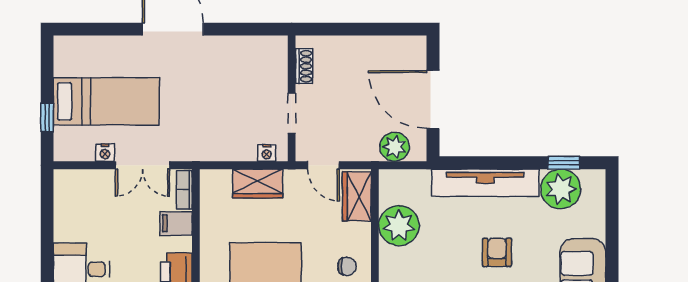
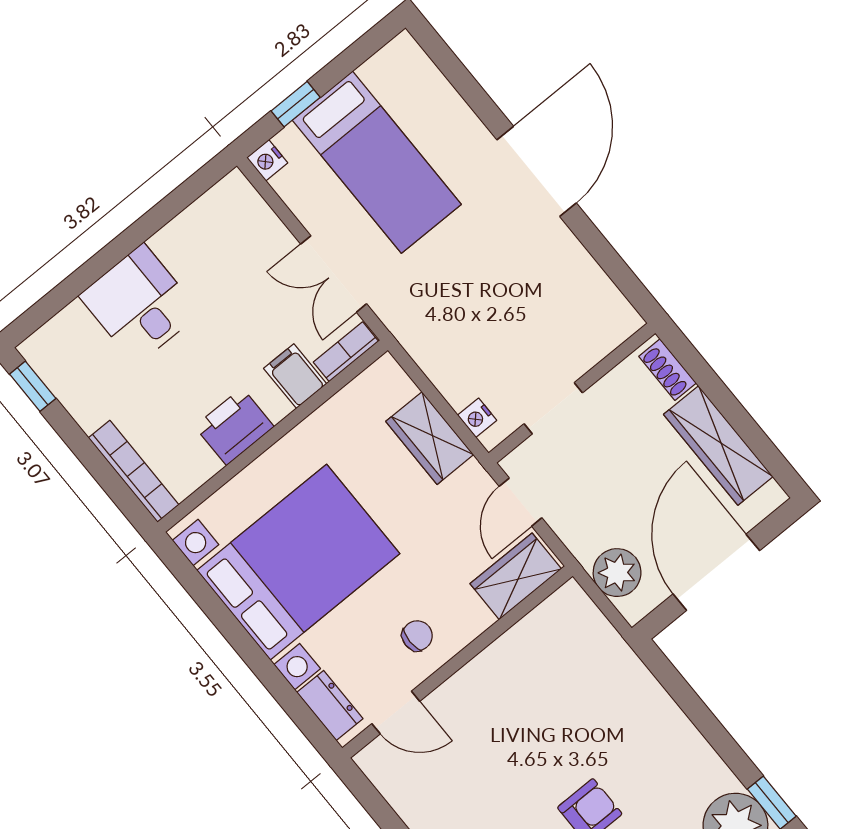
wardrobe: (373, 49) -> (718, 445), added
shoe rack: (304, 66) -> (668, 370), moved, turned 90
nightstand: (105, 153) -> (267, 160), moved
tv unit: (485, 183) -> (665, 724), removed
plant: (399, 226) -> (522, 660), removed
chair: (347, 266) -> (417, 636), turned -90

